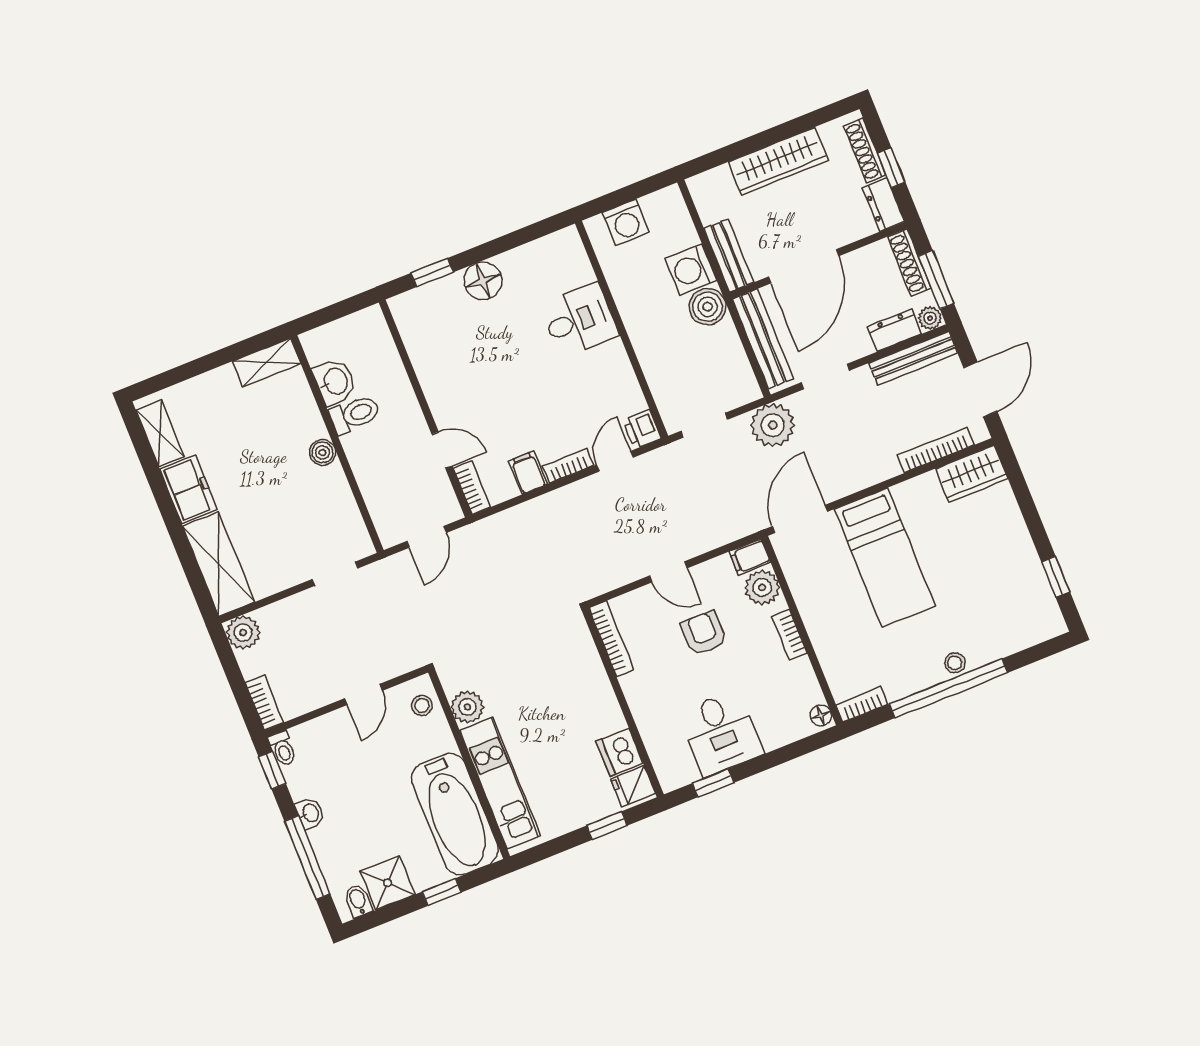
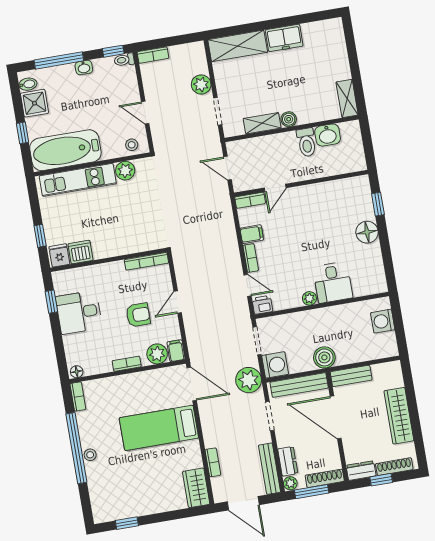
washing machine: (691, 269) -> (275, 365), moved, turned 90
plant: (614, 353) -> (309, 298), added
shelving: (160, 433) -> (262, 123), moved
bookcase: (936, 450) -> (213, 462), width x0.64
plant: (243, 633) -> (201, 84), moved

